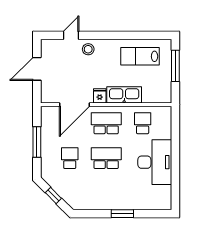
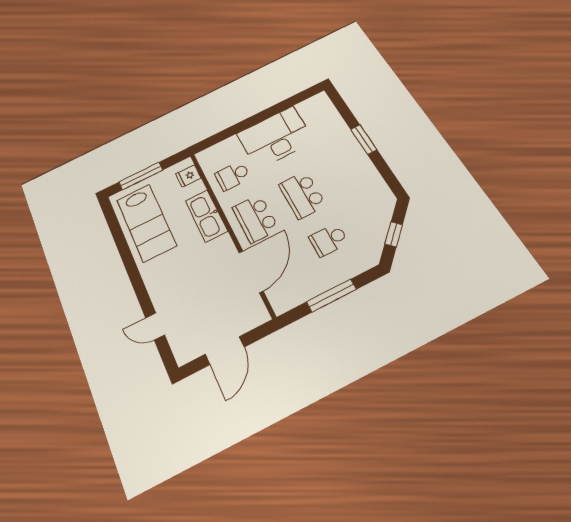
stool: (88, 49) -> (165, 293), removed
lab bench: (140, 56) -> (146, 223), width x1.36, depth x1.39
door: (37, 69) -> (225, 351), hinge flipped
fridge: (100, 96) -> (188, 176), moved
door: (74, 105) -> (251, 272), hinge flipped

